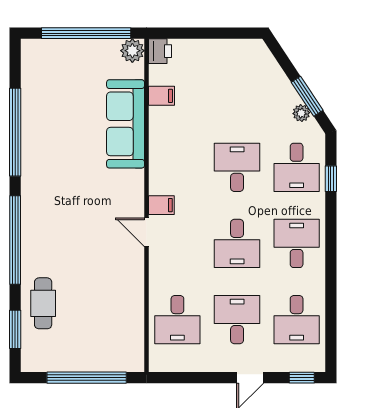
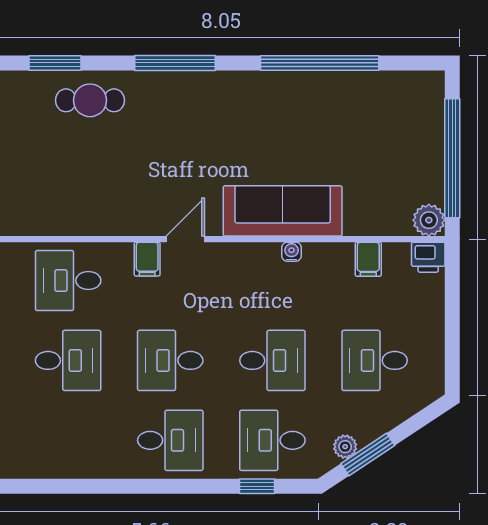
sofa: (126, 124) -> (283, 211), moved
water cooler: (156, 153) -> (292, 252), added
filing cabinet: (161, 205) -> (147, 259), moved
window: (15, 240) -> (175, 63), width x0.68
desk: (297, 320) -> (375, 360), moved

